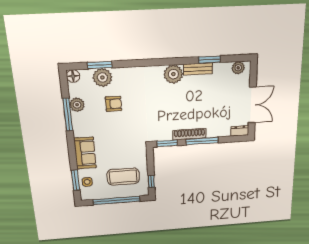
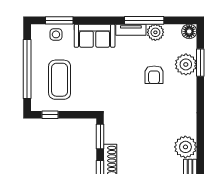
tv unit: (77, 125) -> (131, 30), added

